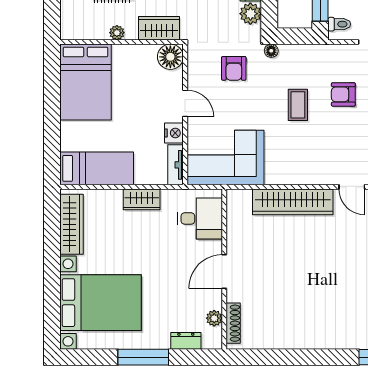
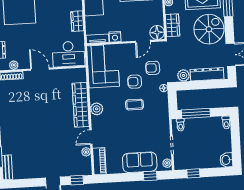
armchair: (343, 94) -> (135, 82), moved, turned -90
door: (185, 103) -> (143, 41), moved
plant: (302, 173) -> (97, 109), added
desk: (200, 218) -> (68, 54), width x1.37

